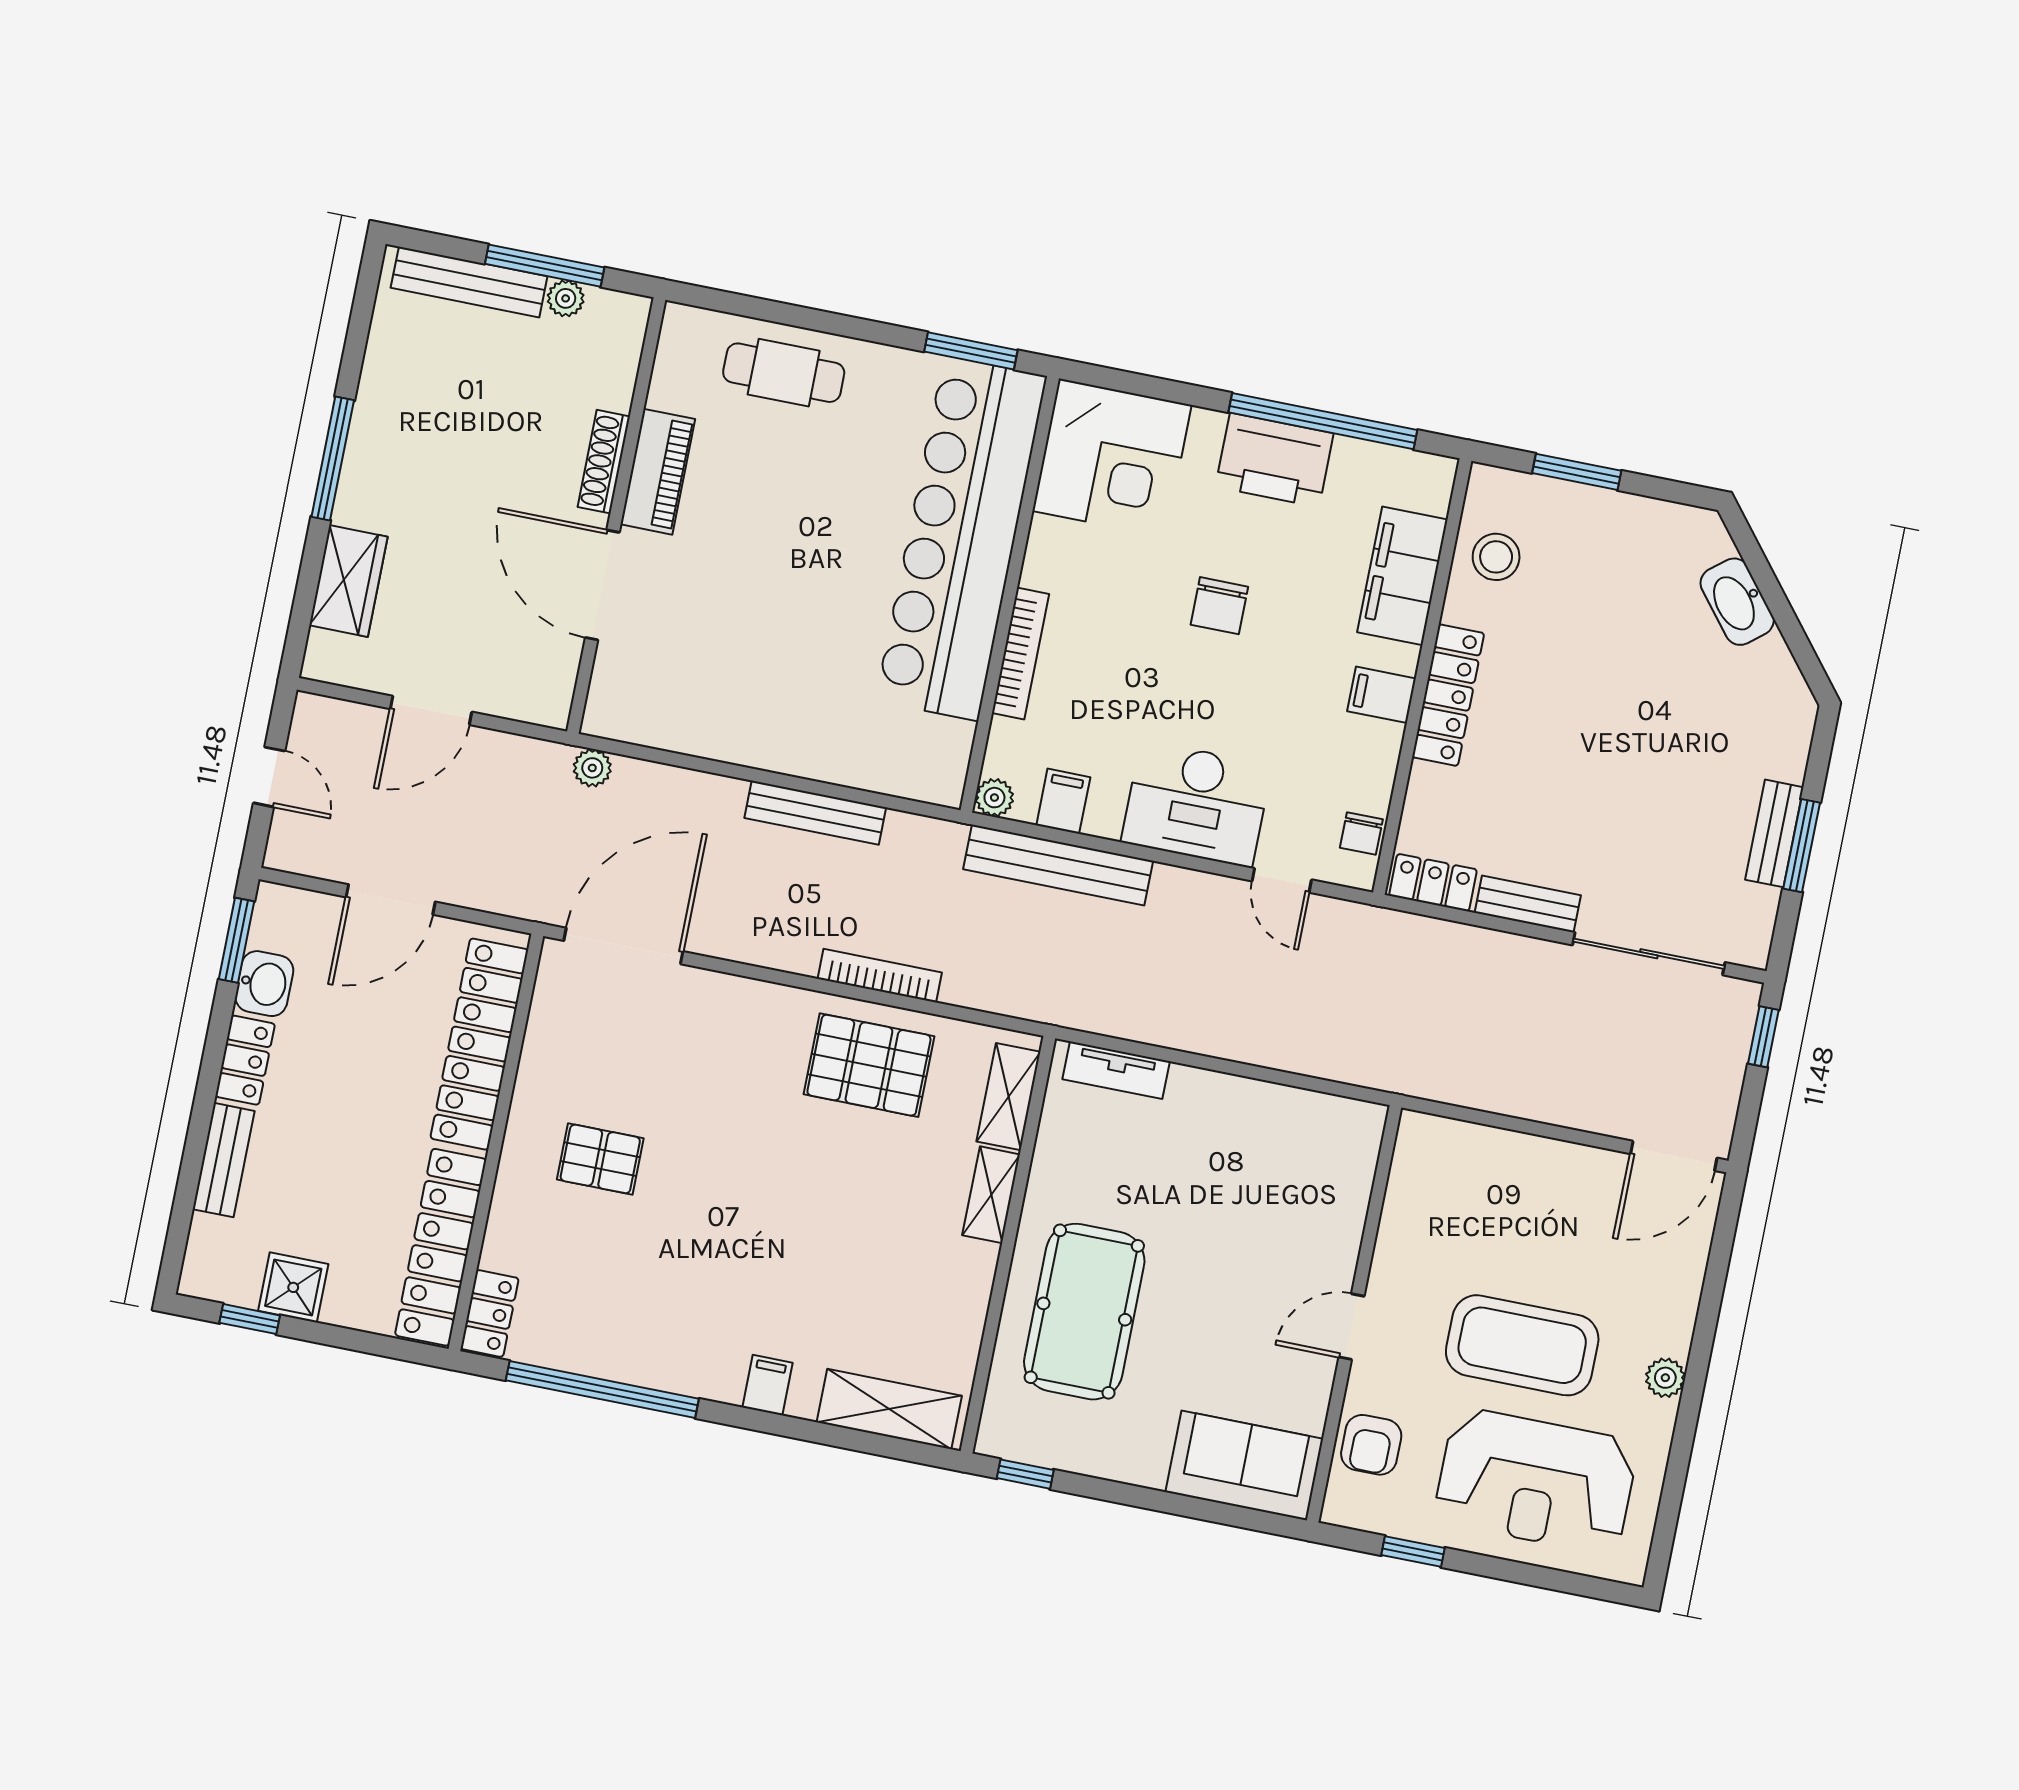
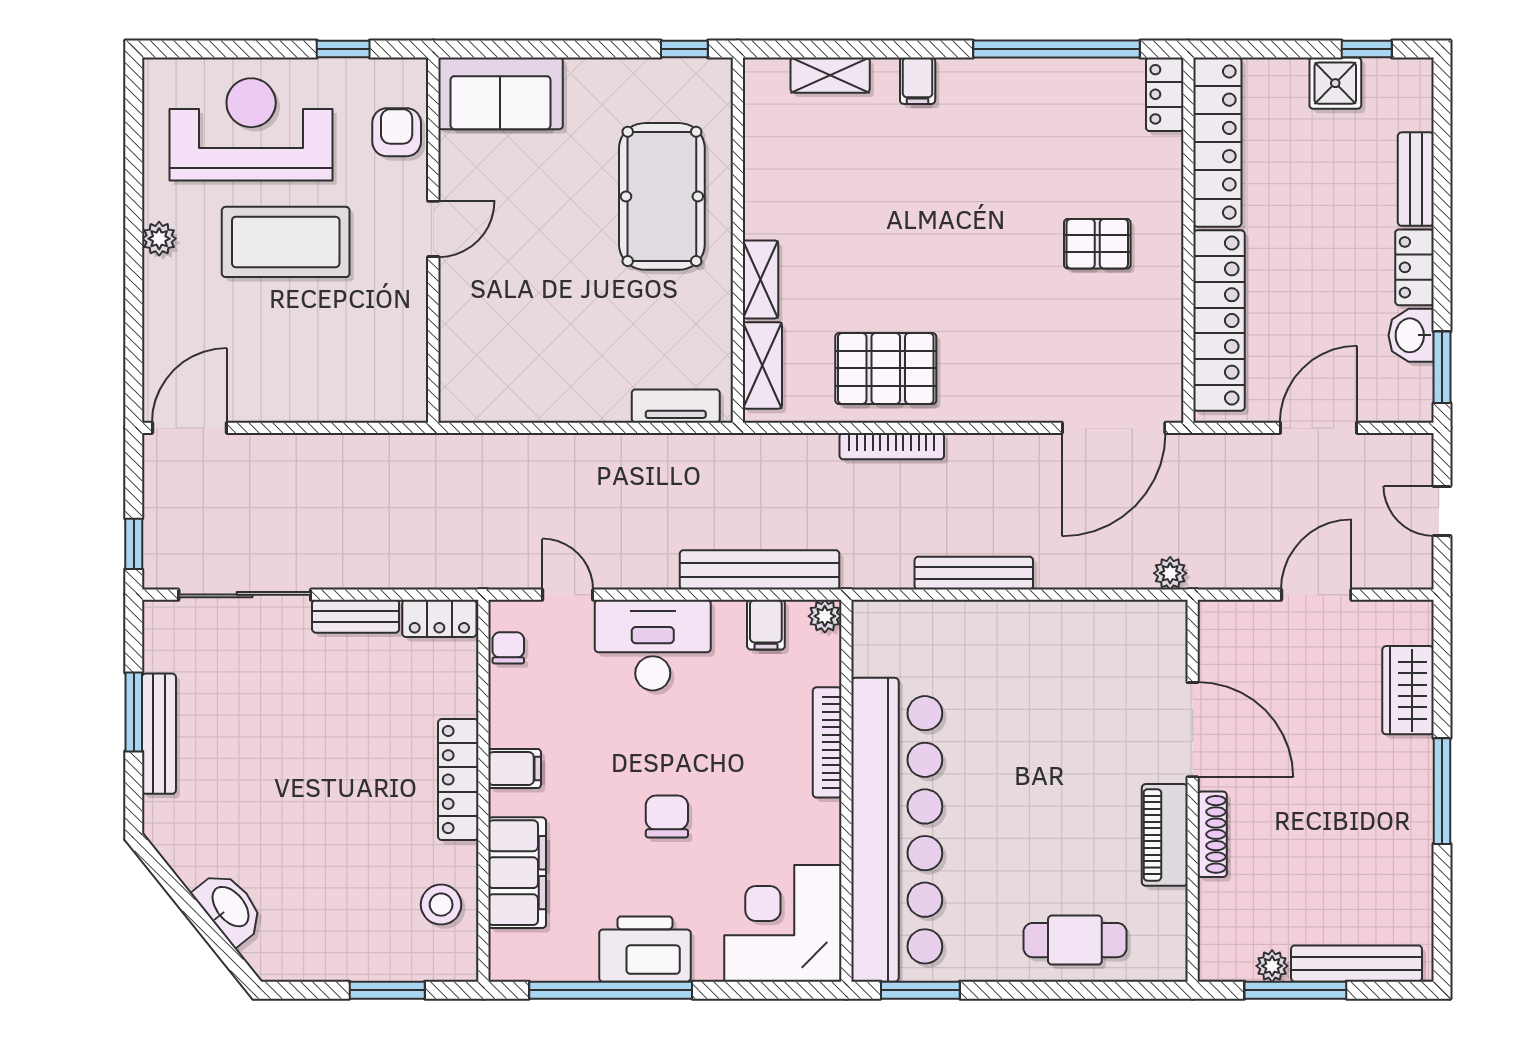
bench: (1774, 833) -> (159, 734), width x1.36
shelving: (889, 1409) -> (830, 75), width x0.67, depth x0.75

